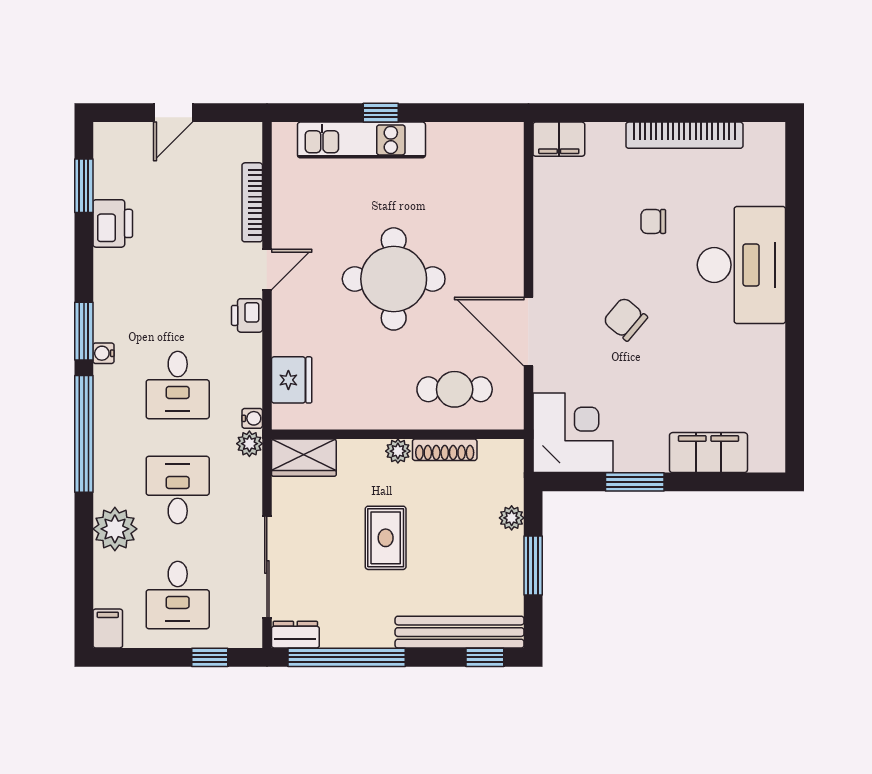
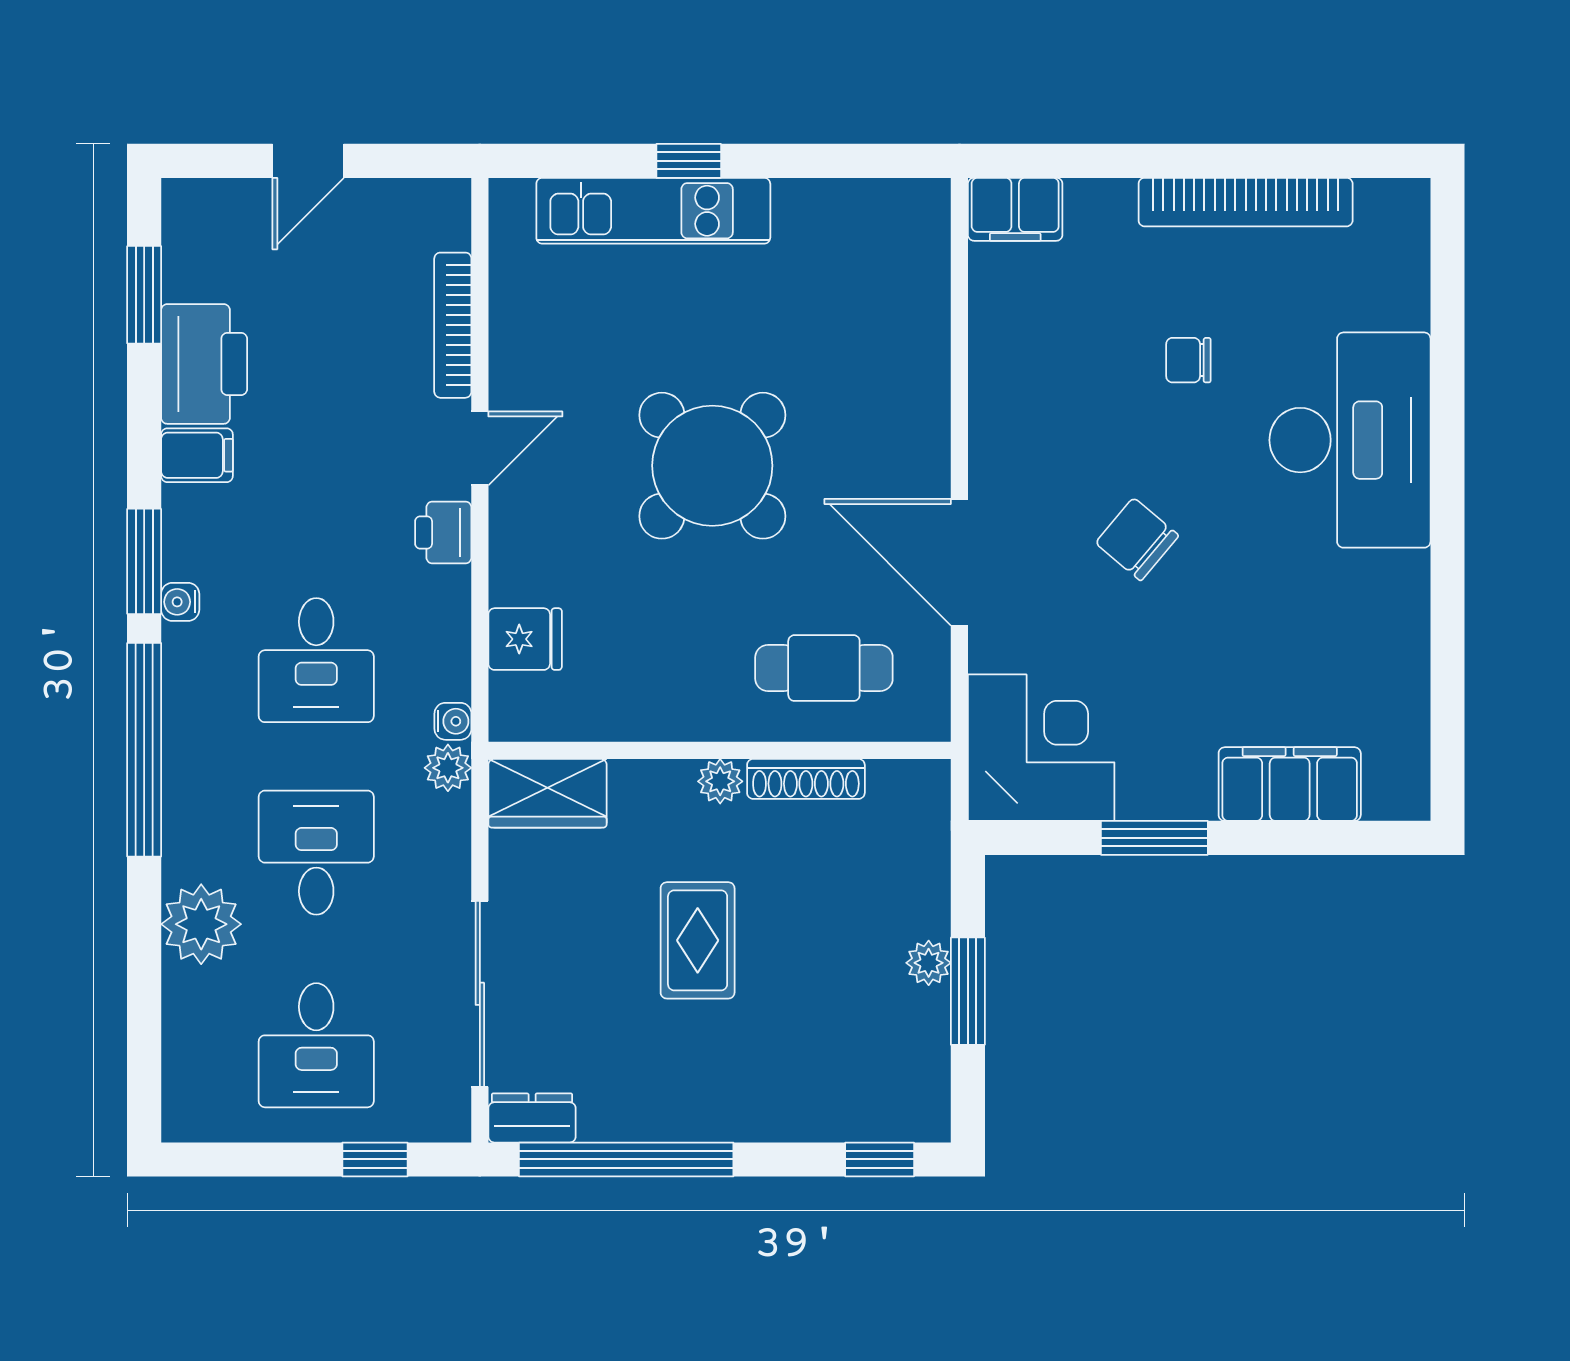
printer: (113, 223) -> (204, 364), width x1.37, depth x1.19
round table: (394, 279) -> (712, 466), turned 45
fridge: (292, 380) -> (525, 639), width x0.72
plant: (512, 518) -> (929, 963), moved
filing cabinet: (108, 628) -> (197, 455), moved, turned 90
bench: (460, 632) -> (833, 1113), removed

